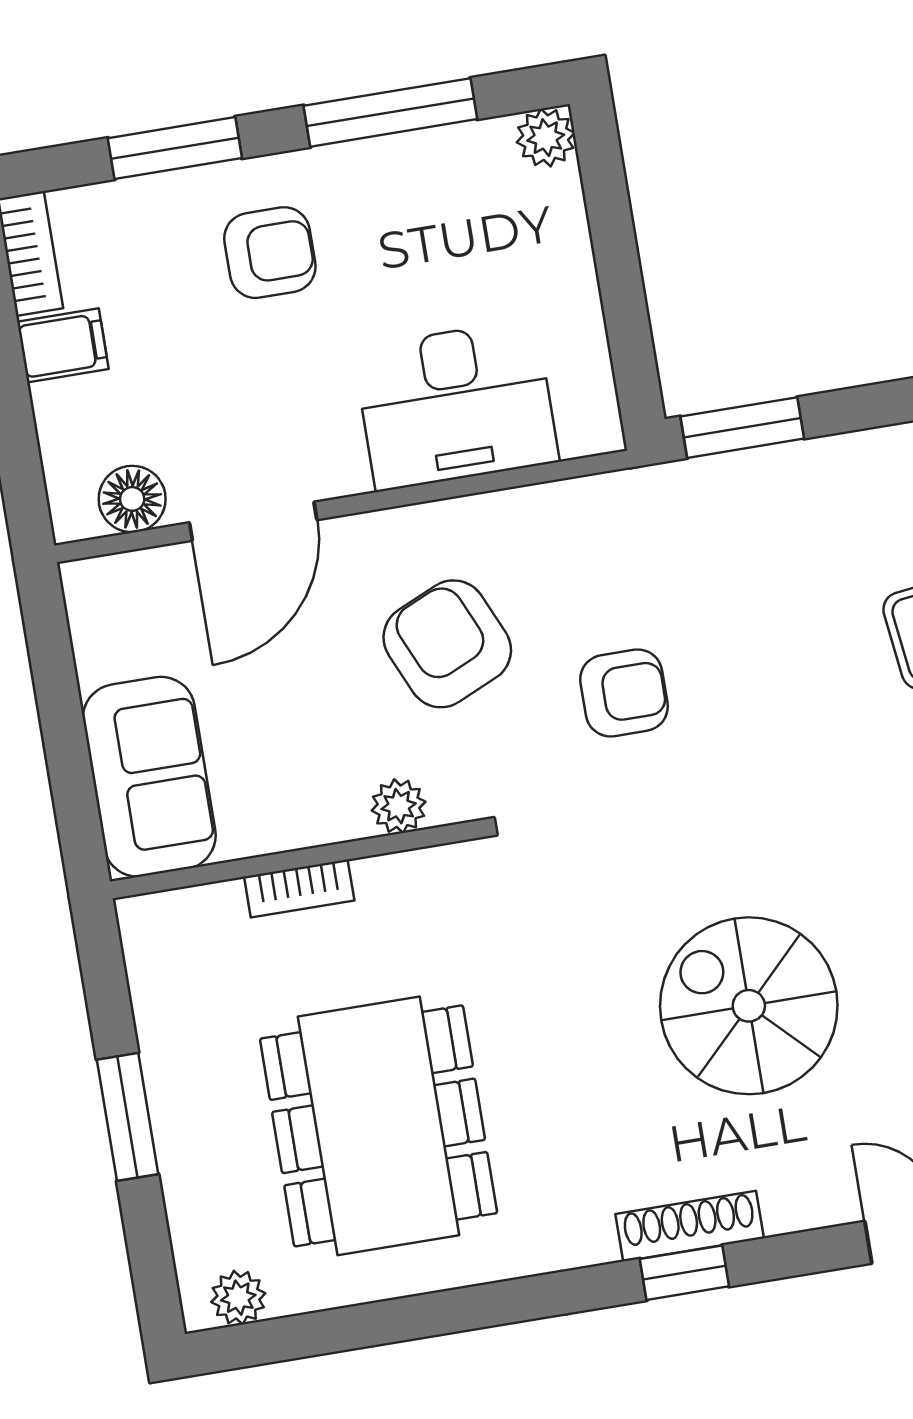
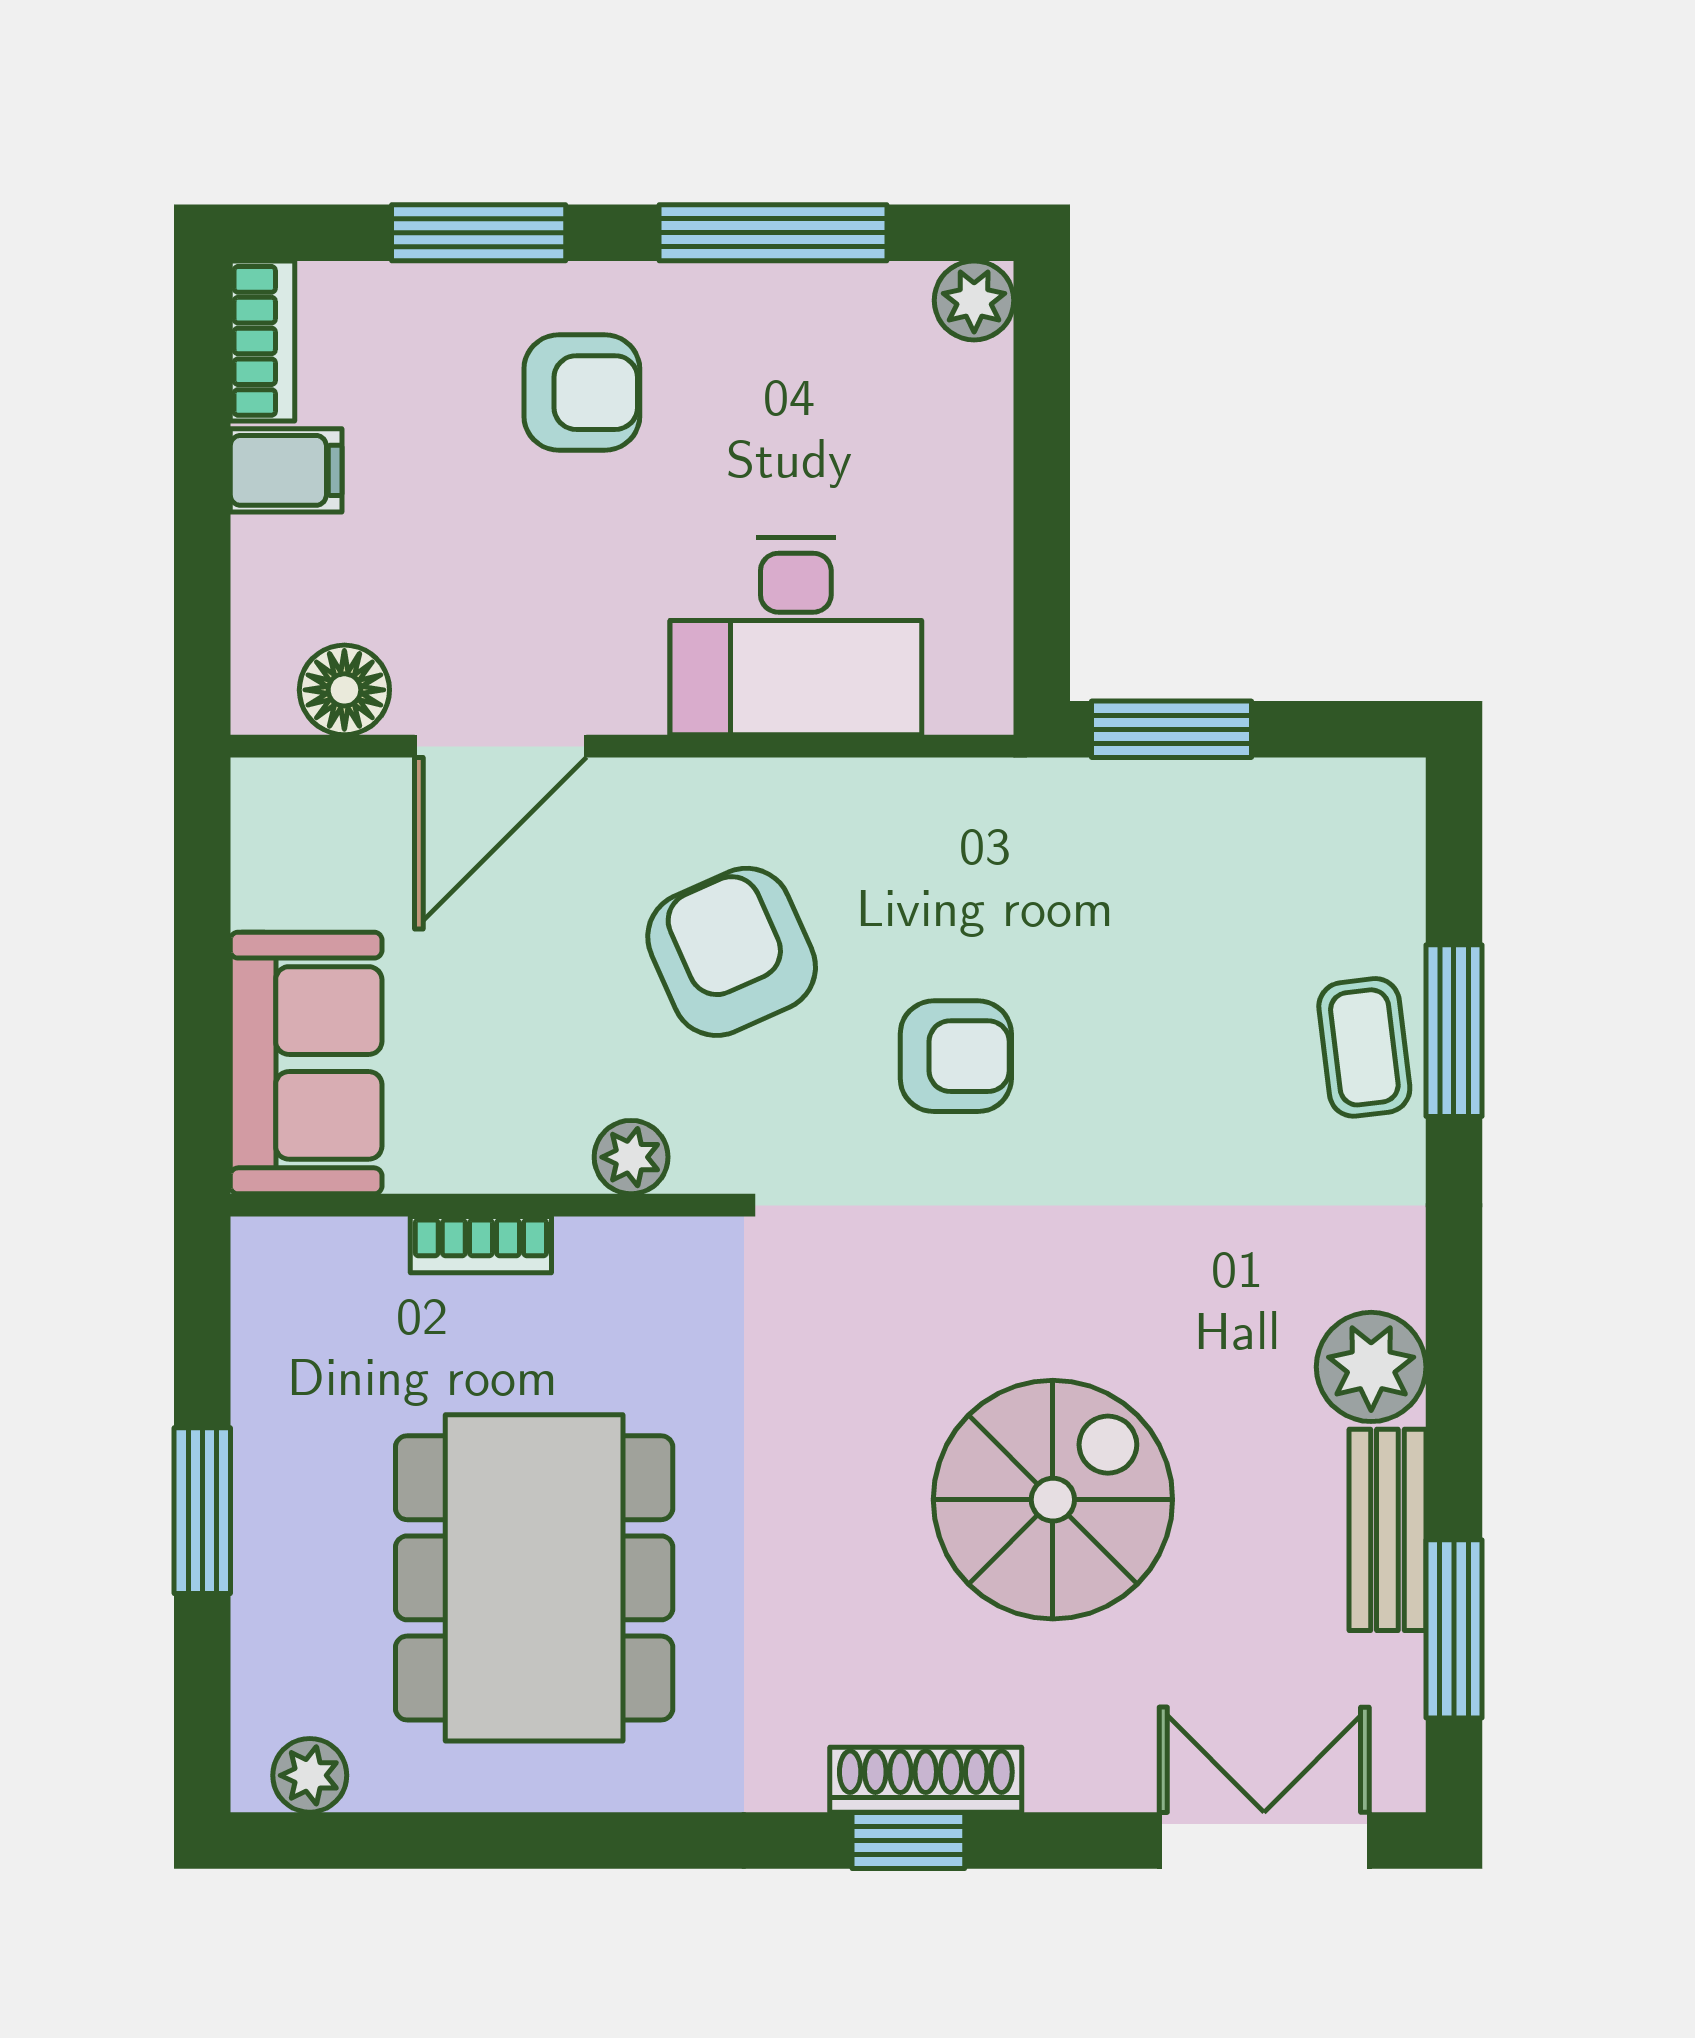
spiral stairs: (749, 1006) -> (1053, 1500), turned 90

